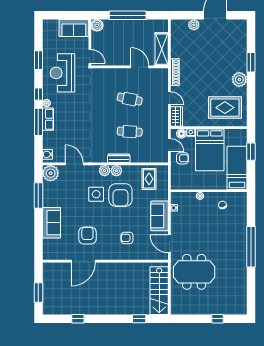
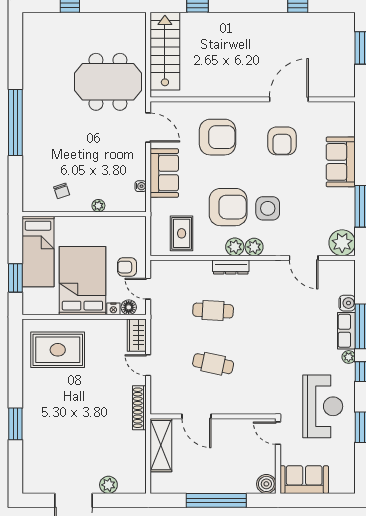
plant: (239, 79) -> (34, 396), removed
water cooler: (47, 154) -> (347, 303), moved
armchair: (120, 195) -> (228, 207), turned 90
armchair: (127, 238) -> (217, 137), width x1.88, depth x1.88

